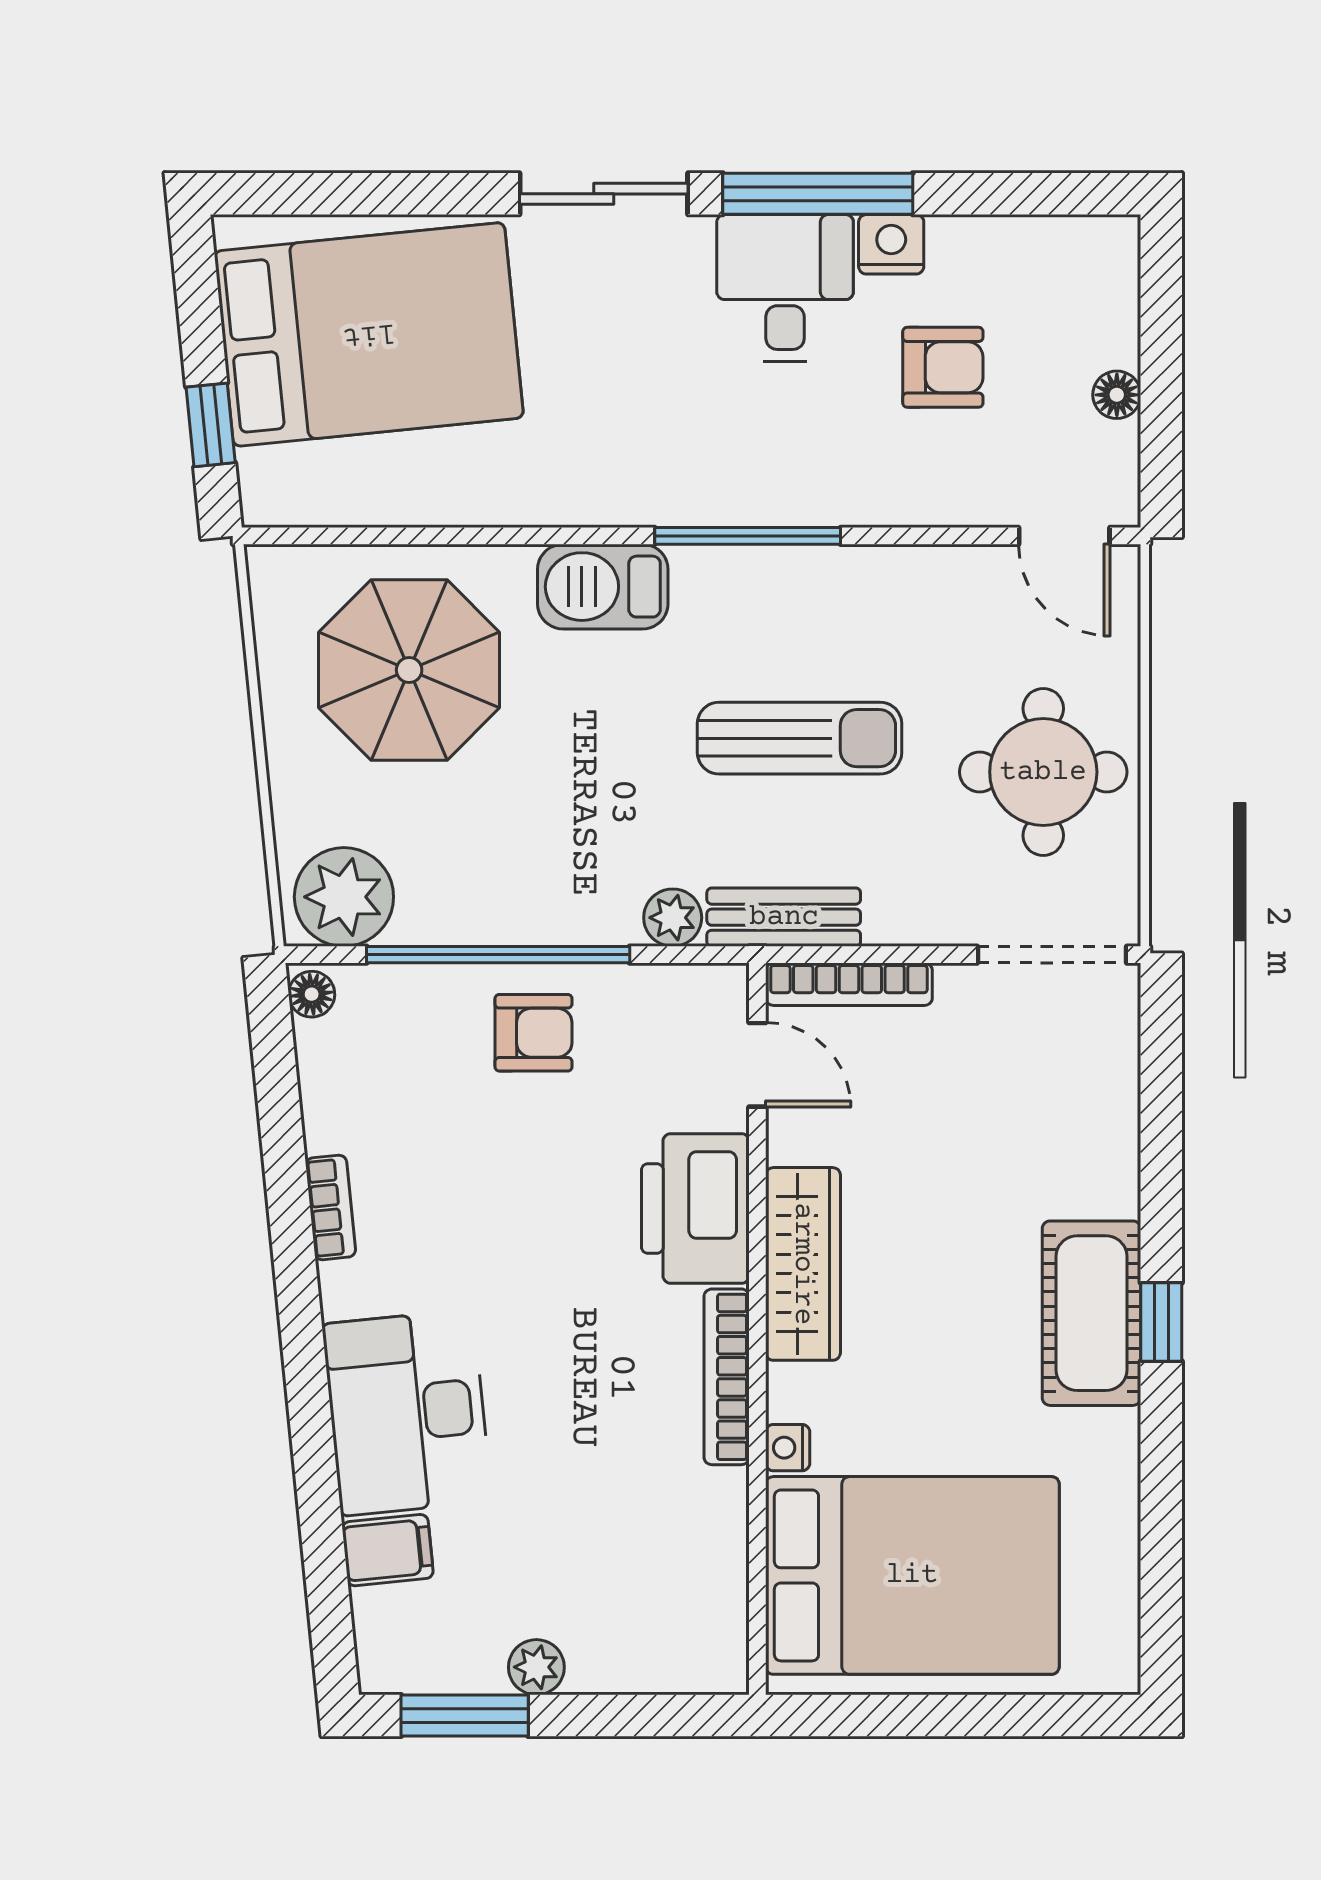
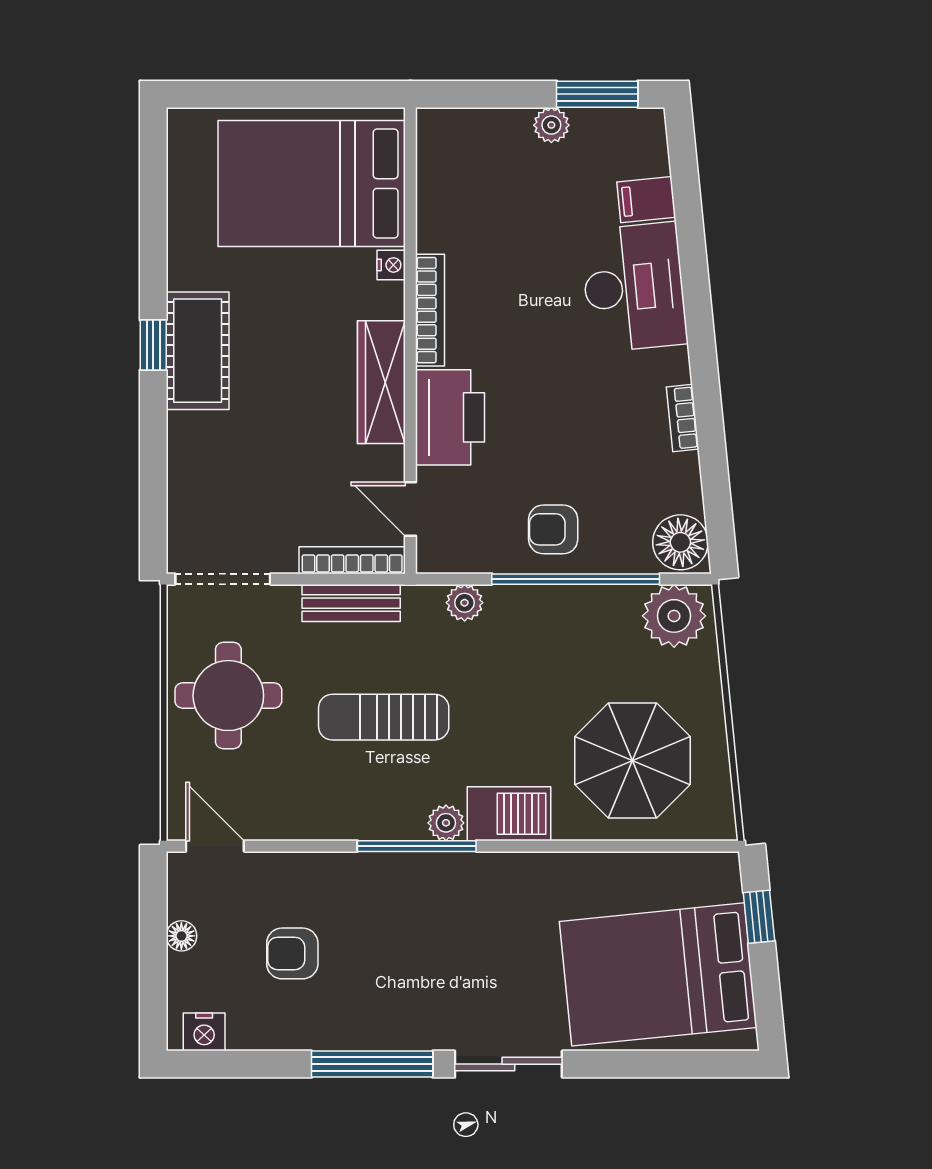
nightstand: (891, 244) -> (204, 1032), moved
desk: (785, 288) -> (393, 1004), removed
plant: (702, 572) -> (446, 823), added
bench: (784, 917) -> (351, 603), moved
floor lamp: (312, 994) -> (680, 542), width x1.89, depth x1.89

